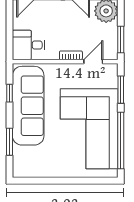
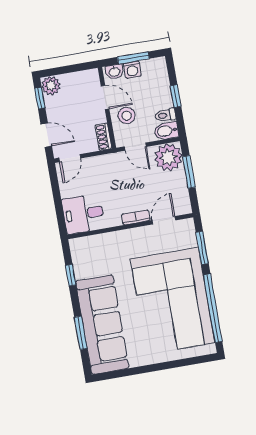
window: (121, 40) -> (189, 172), moved
sofa: (28, 106) -> (102, 325), moved

